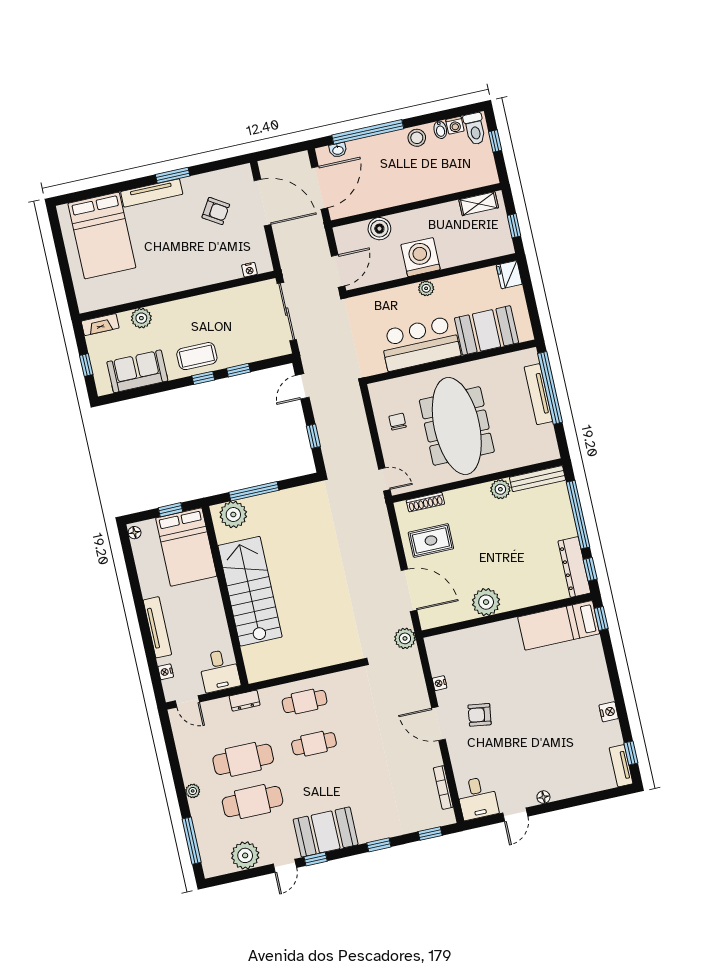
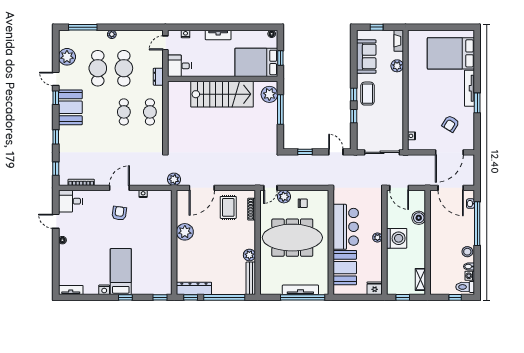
plant: (393, 454) -> (284, 197), added
bed: (559, 625) -> (121, 272), moved
tv unit: (157, 627) -> (218, 35), width x0.71
window: (631, 753) -> (125, 297), moved

